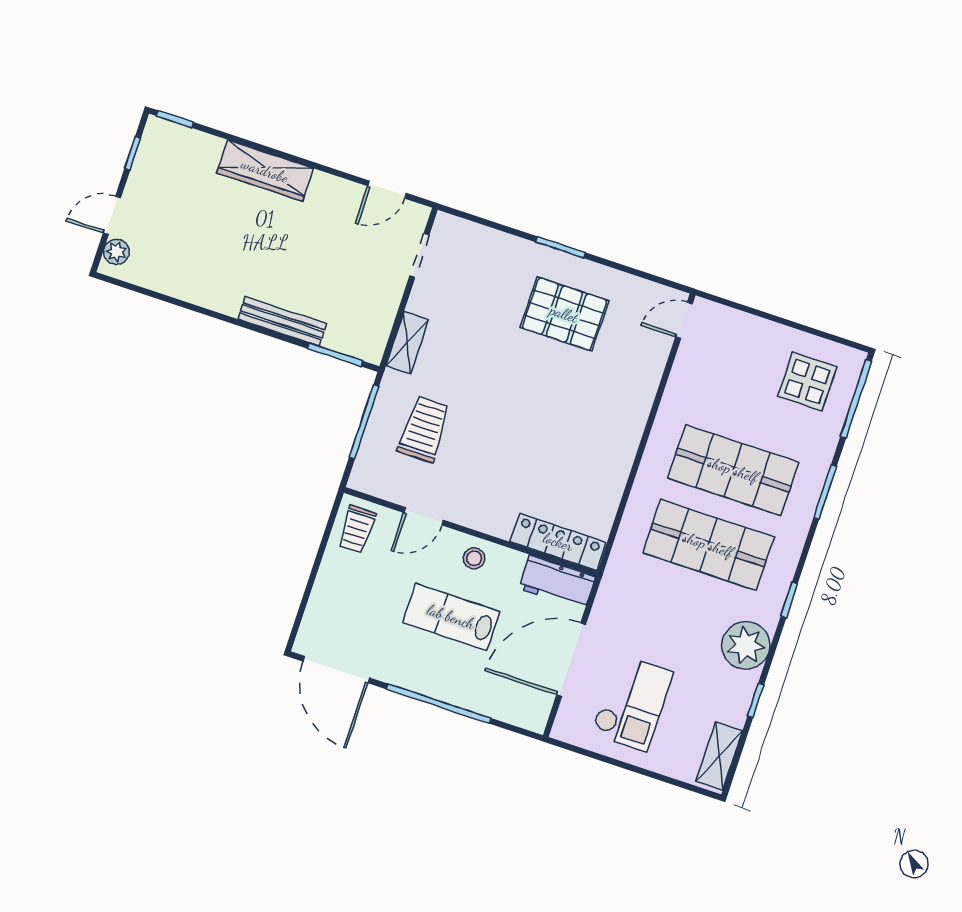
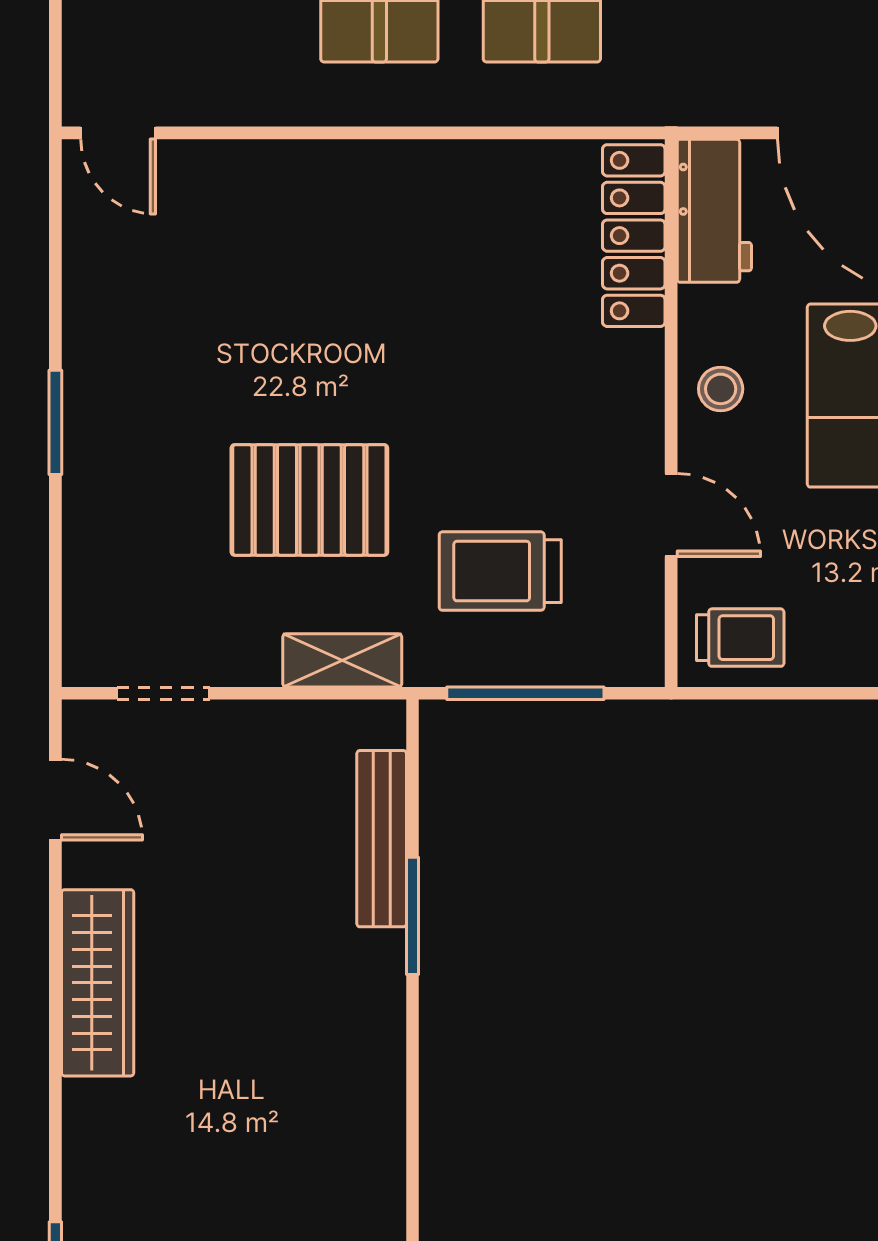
wardrobe: (265, 171) -> (98, 983), moved
pallet: (564, 314) -> (309, 500), moved, turned 90
bench: (282, 321) -> (382, 839), moved
window: (335, 355) -> (413, 916), moved

